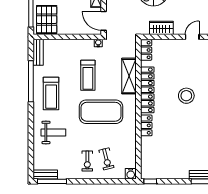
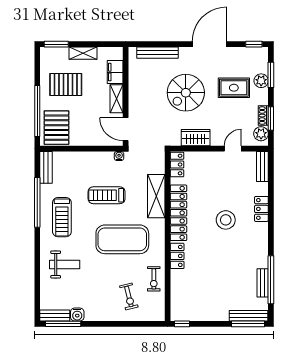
treadmill: (88, 75) -> (107, 195), turned 90
exercise bike: (87, 161) -> (154, 279), moved
water cooler: (131, 174) -> (77, 315), moved

